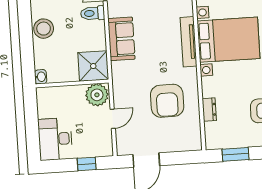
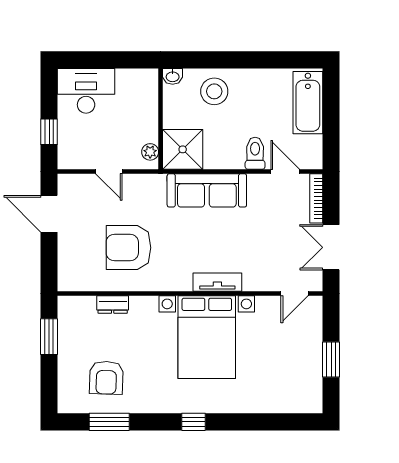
stool: (44, 29) -> (214, 91), moved
sofa: (121, 39) -> (207, 190), width x1.36
tv unit: (189, 42) -> (217, 282), width x0.71
plant: (97, 95) -> (150, 152), width x0.53, depth x0.53

